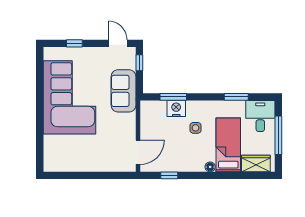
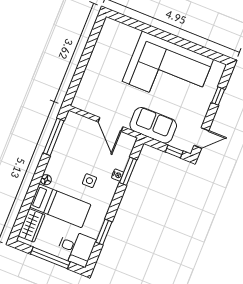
nightstand: (176, 109) -> (118, 175), width x0.53, depth x0.56
door: (138, 152) -> (110, 124), moved
window: (169, 175) -> (54, 137), width x2.17

